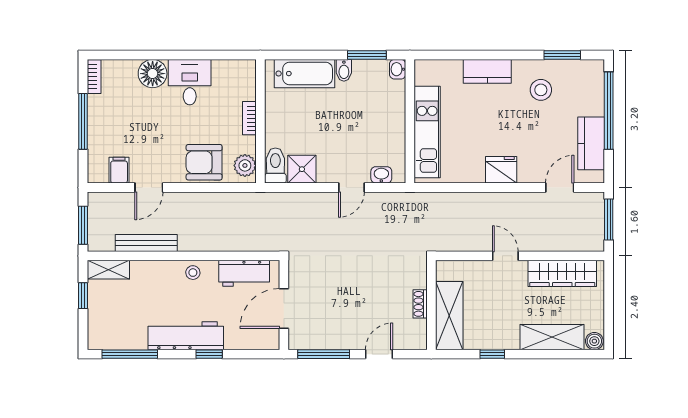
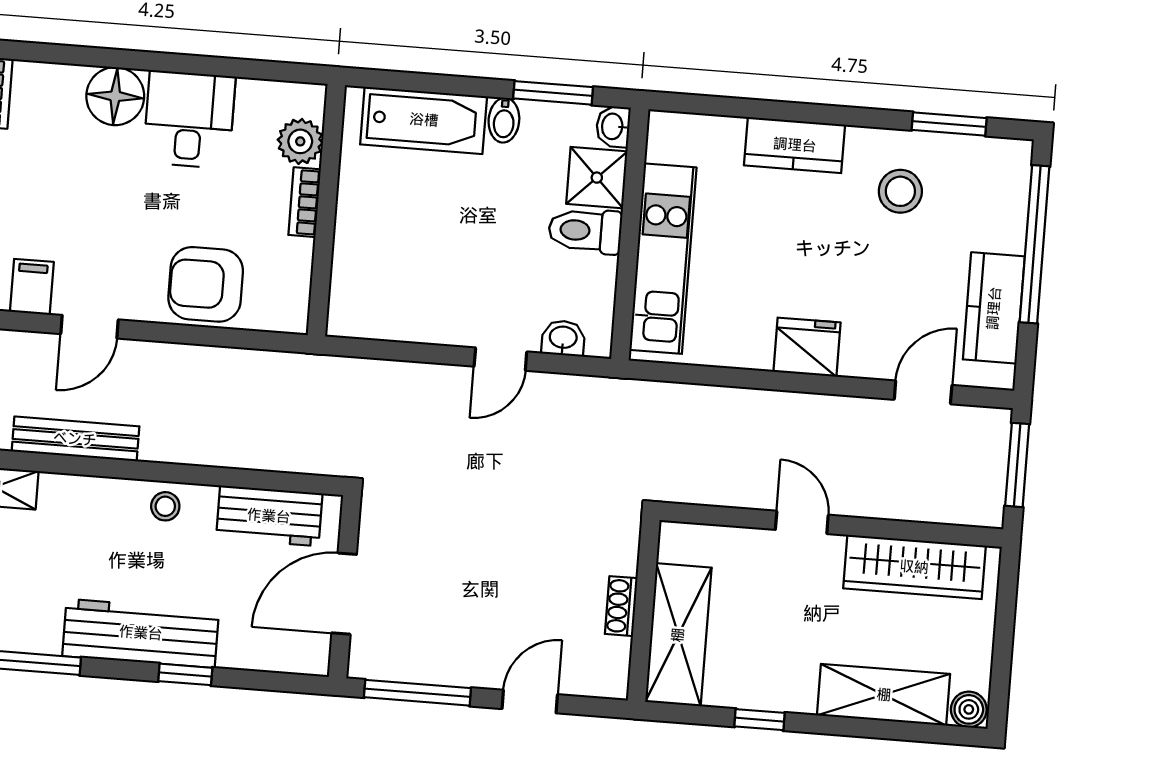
plant: (245, 165) -> (300, 141), moved
toilet: (275, 166) -> (585, 231), moved, turned -90
shower: (302, 169) -> (597, 178), moved

